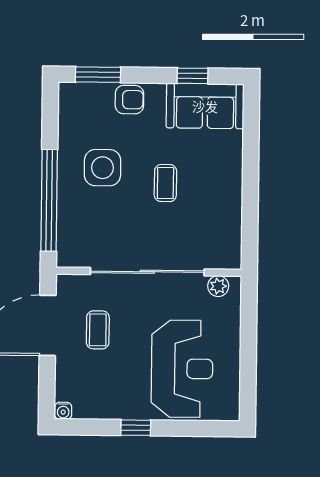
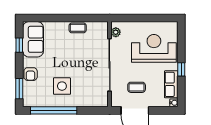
armchair: (129, 100) -> (31, 74), turned 180
coffee table: (165, 183) -> (78, 28), moved
window: (49, 200) -> (54, 110), moved
row of seats: (103, 405) -> (171, 84), added

